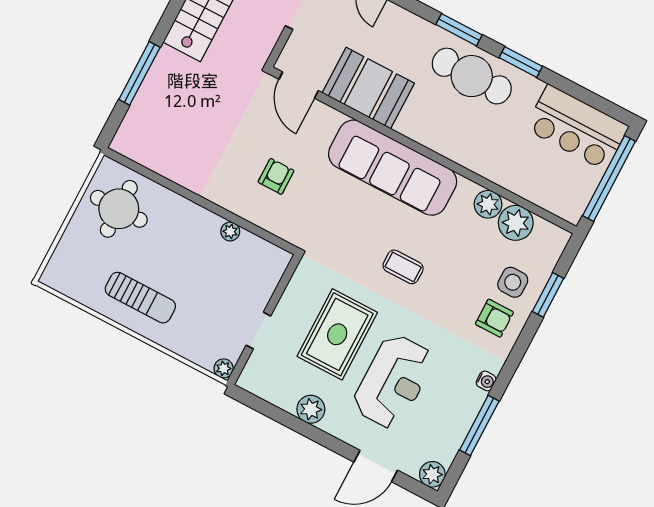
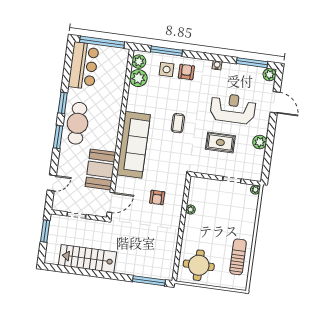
window: (139, 73) -> (149, 281), moved
armchair: (276, 176) -> (157, 197), turned -90
plant: (488, 204) -> (139, 62), moved
window: (548, 295) -> (166, 51), width x1.44
sun lounger: (140, 298) -> (238, 257), moved
rug: (337, 334) -> (220, 142), width x0.73, depth x0.70
window: (479, 425) -> (252, 63), moved

